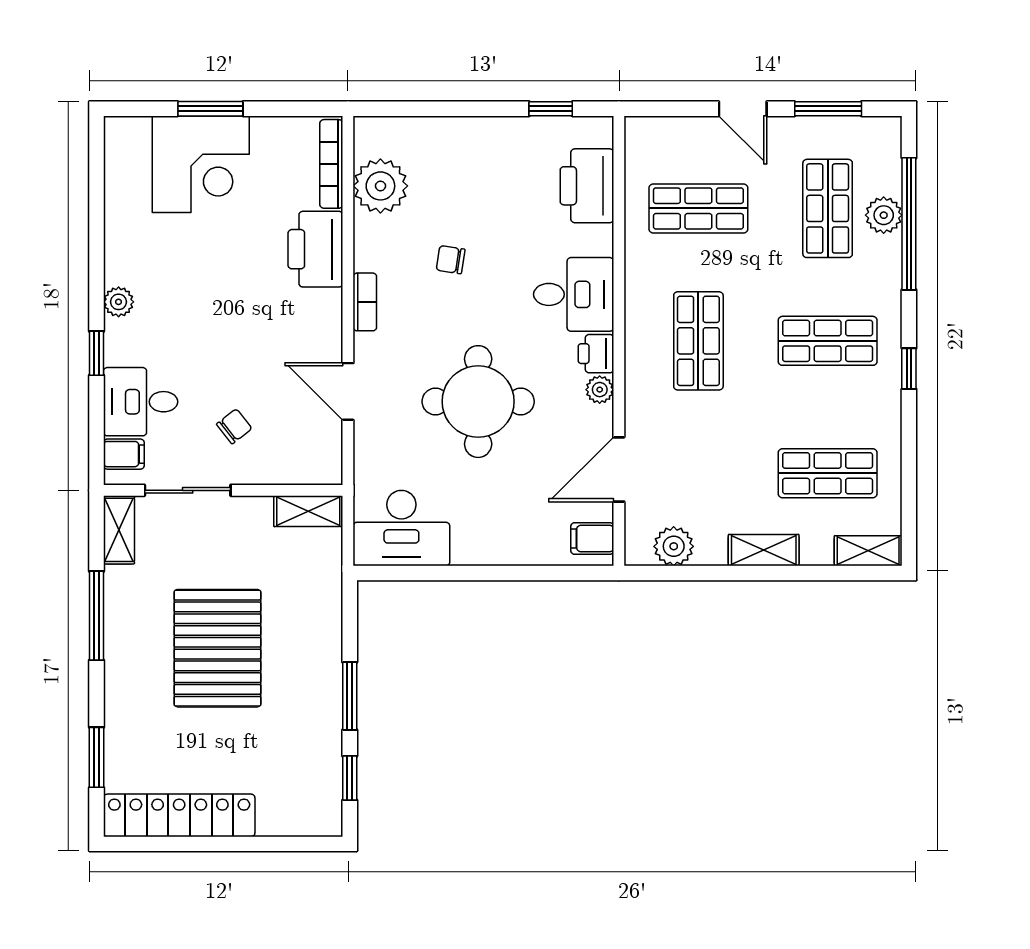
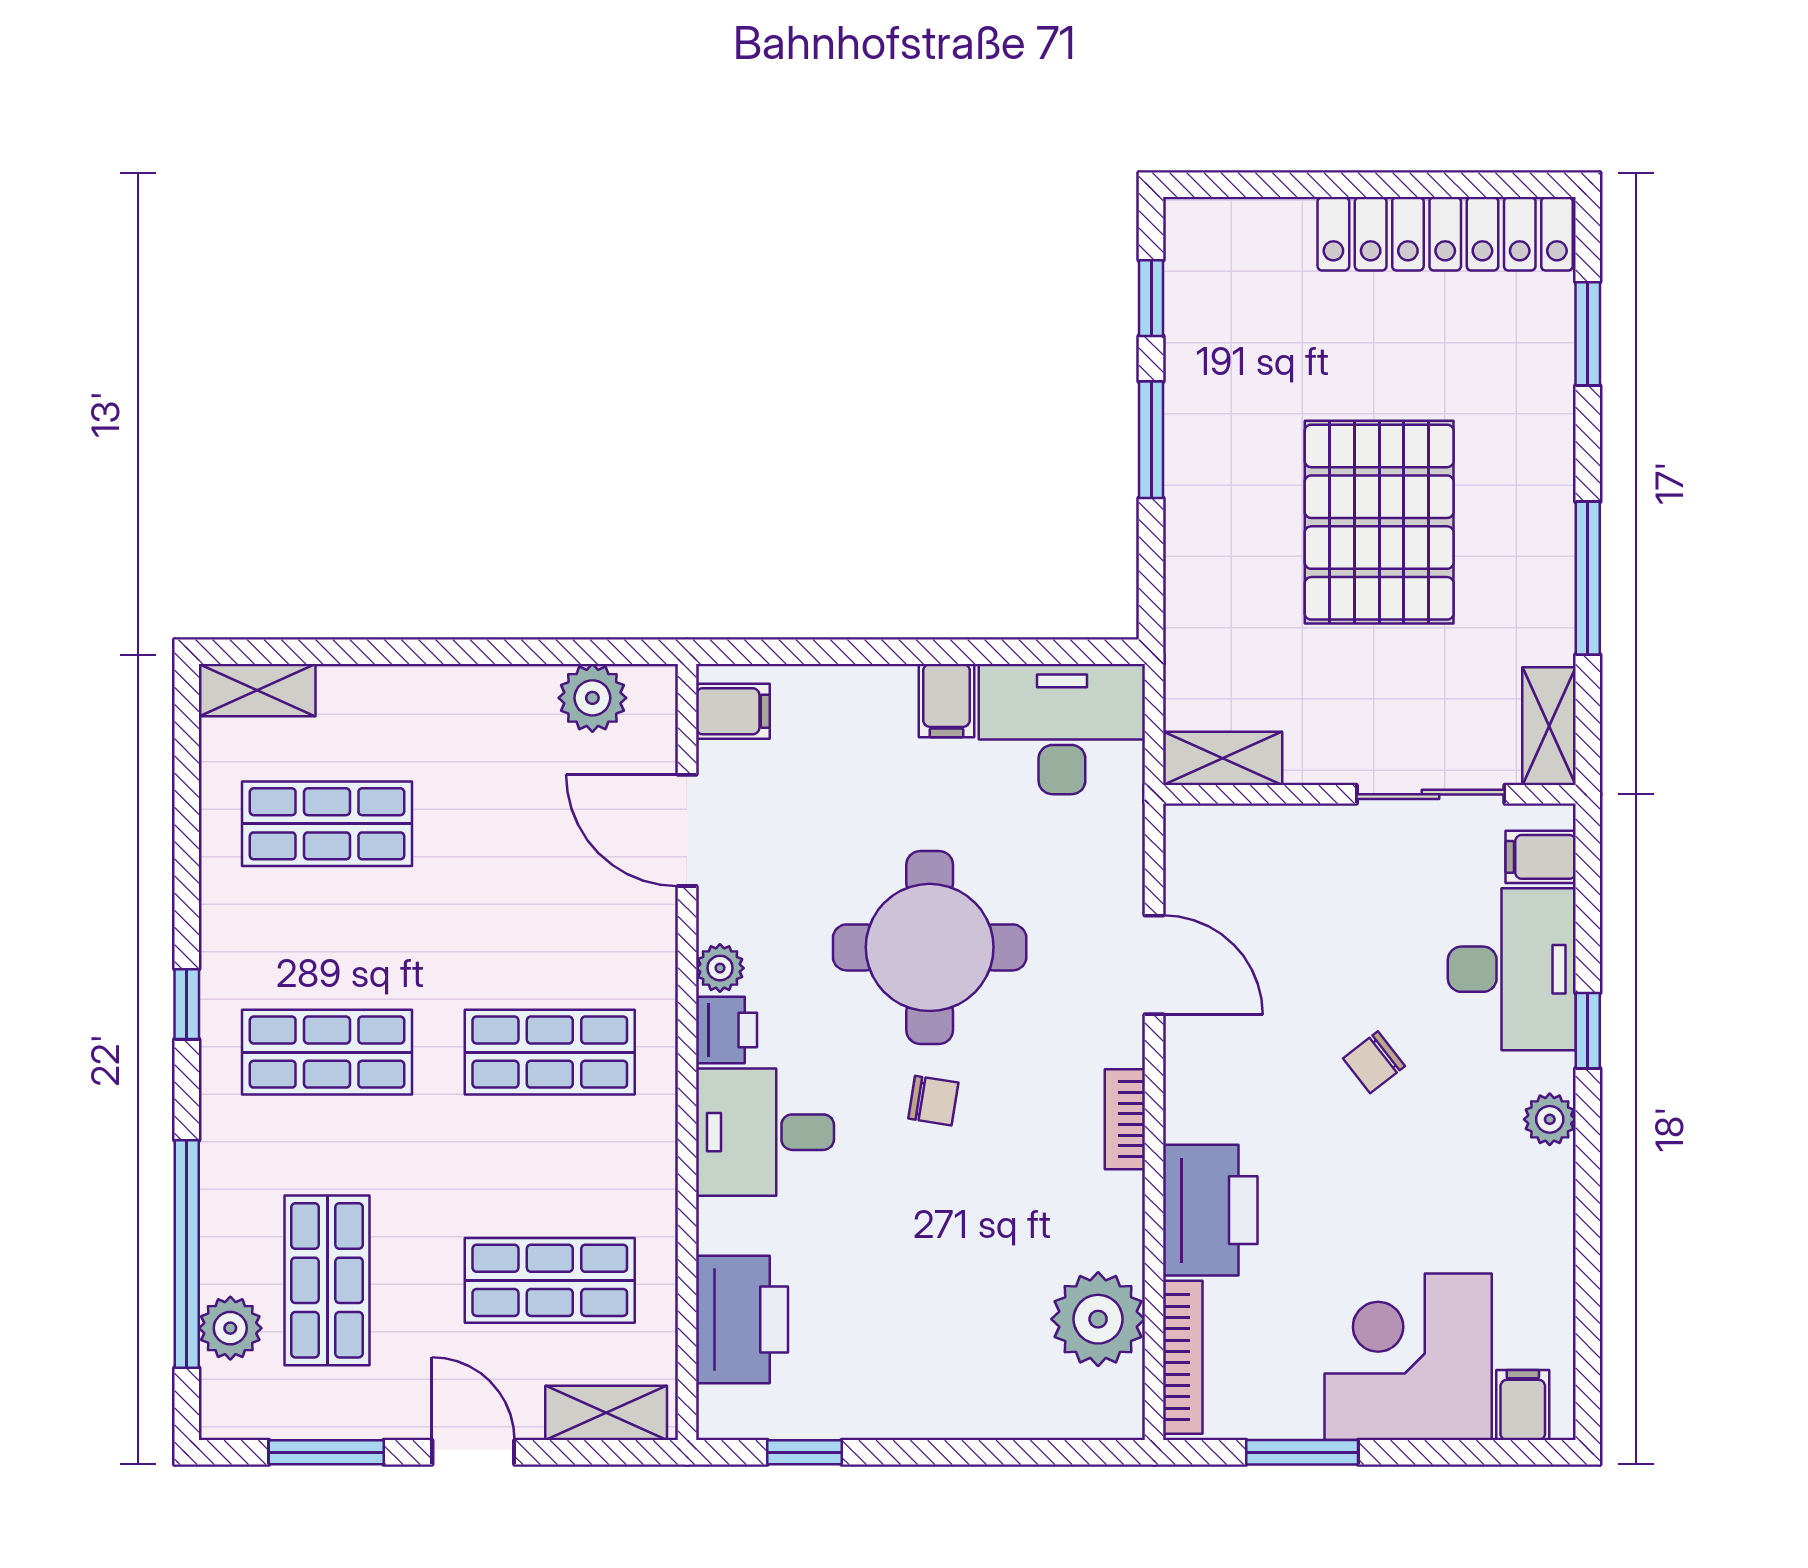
window: (210, 109) -> (1302, 1452), moved
filing cabinet: (134, 136) -> (1523, 1405), added
plant: (884, 215) -> (230, 1328), moved
chair: (451, 260) -> (933, 1101), moved
shop shelf: (698, 341) -> (550, 1052), turned 90
desk: (141, 402) -> (1512, 969), width x1.37
chair: (234, 426) -> (1374, 1062), moved
door: (619, 469) -> (687, 830), swing flipped
filing cabinet: (468, 545) -> (947, 701), added
shelving: (764, 550) -> (606, 1413), moved

